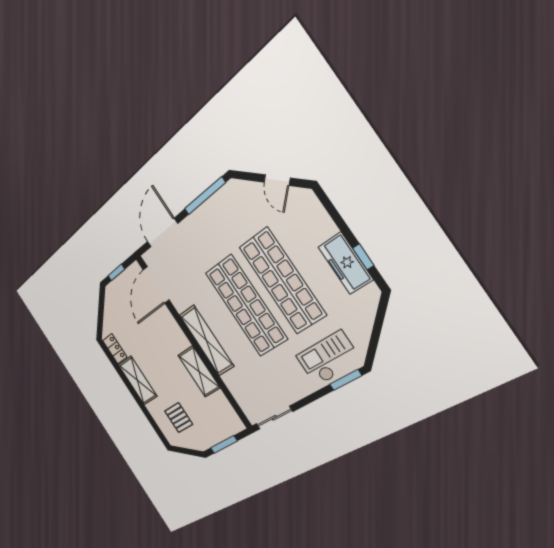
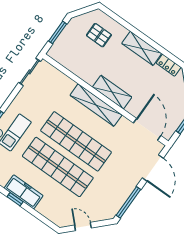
shelving: (199, 371) -> (112, 92), moved

